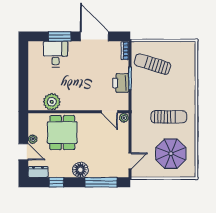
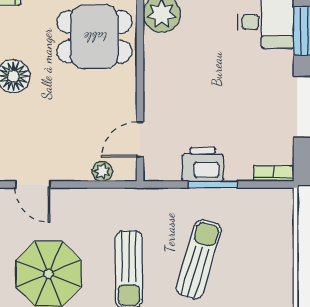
sun lounger: (152, 64) -> (199, 259), moved
plant: (124, 118) -> (102, 171), moved

